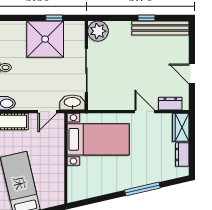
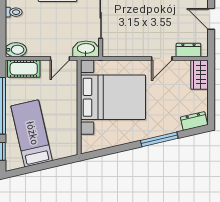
door: (145, 112) -> (162, 58), swing flipped
bed with nightstands: (98, 139) -> (113, 97), width x1.36
dresser: (182, 154) -> (194, 121), moved, turned 77

